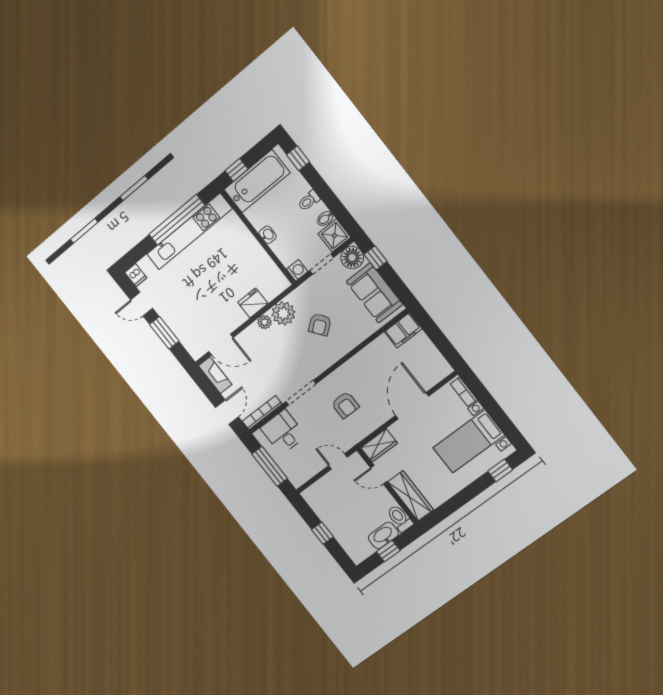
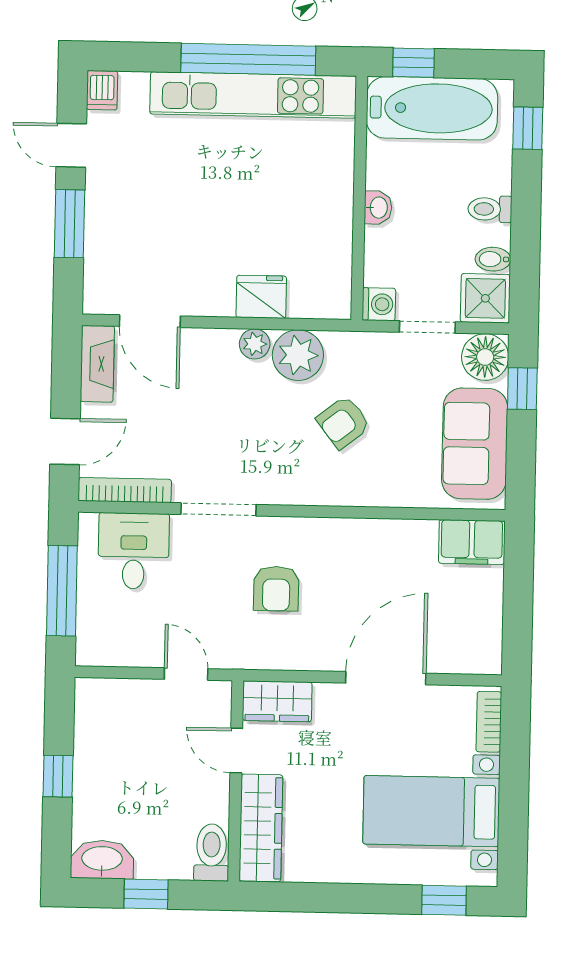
washbasin: (383, 535) -> (102, 860), moved

